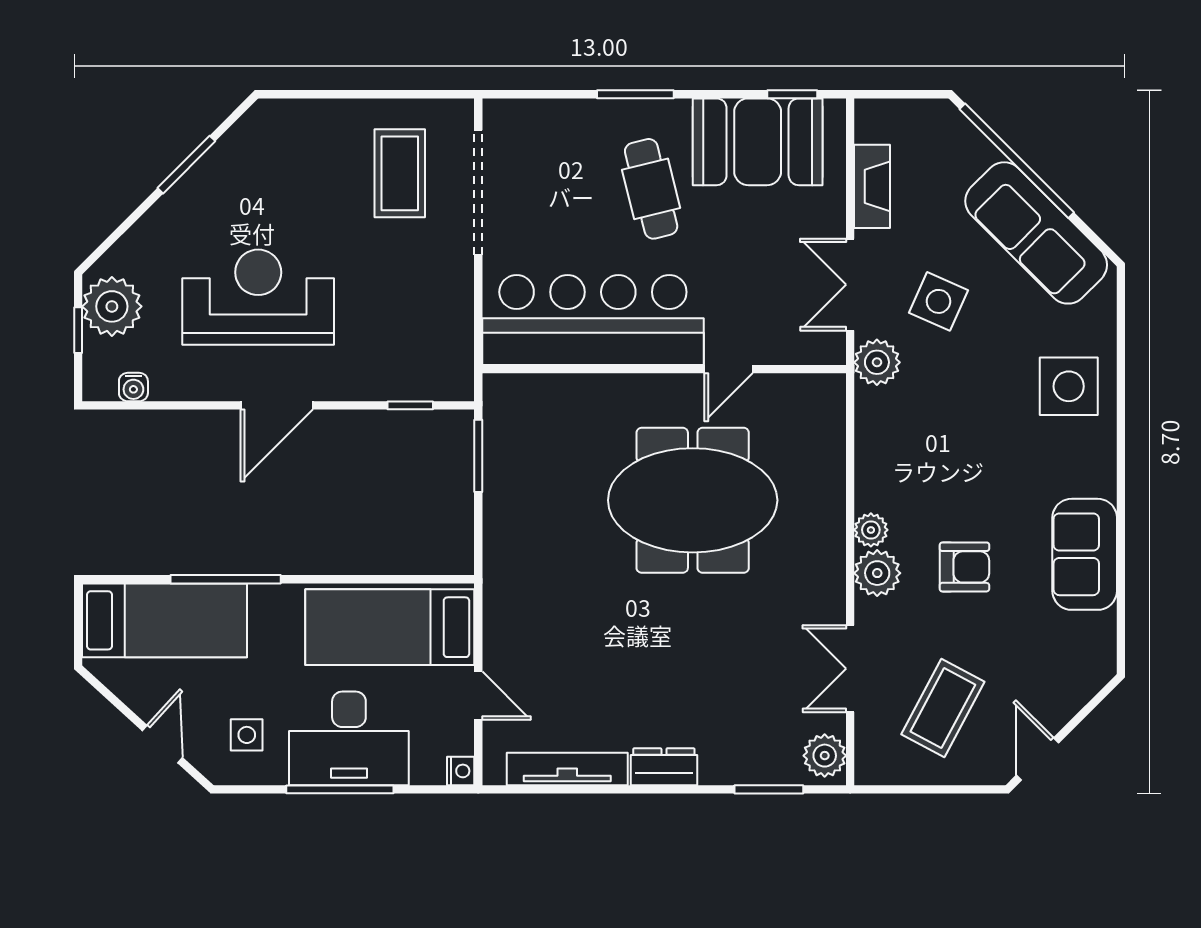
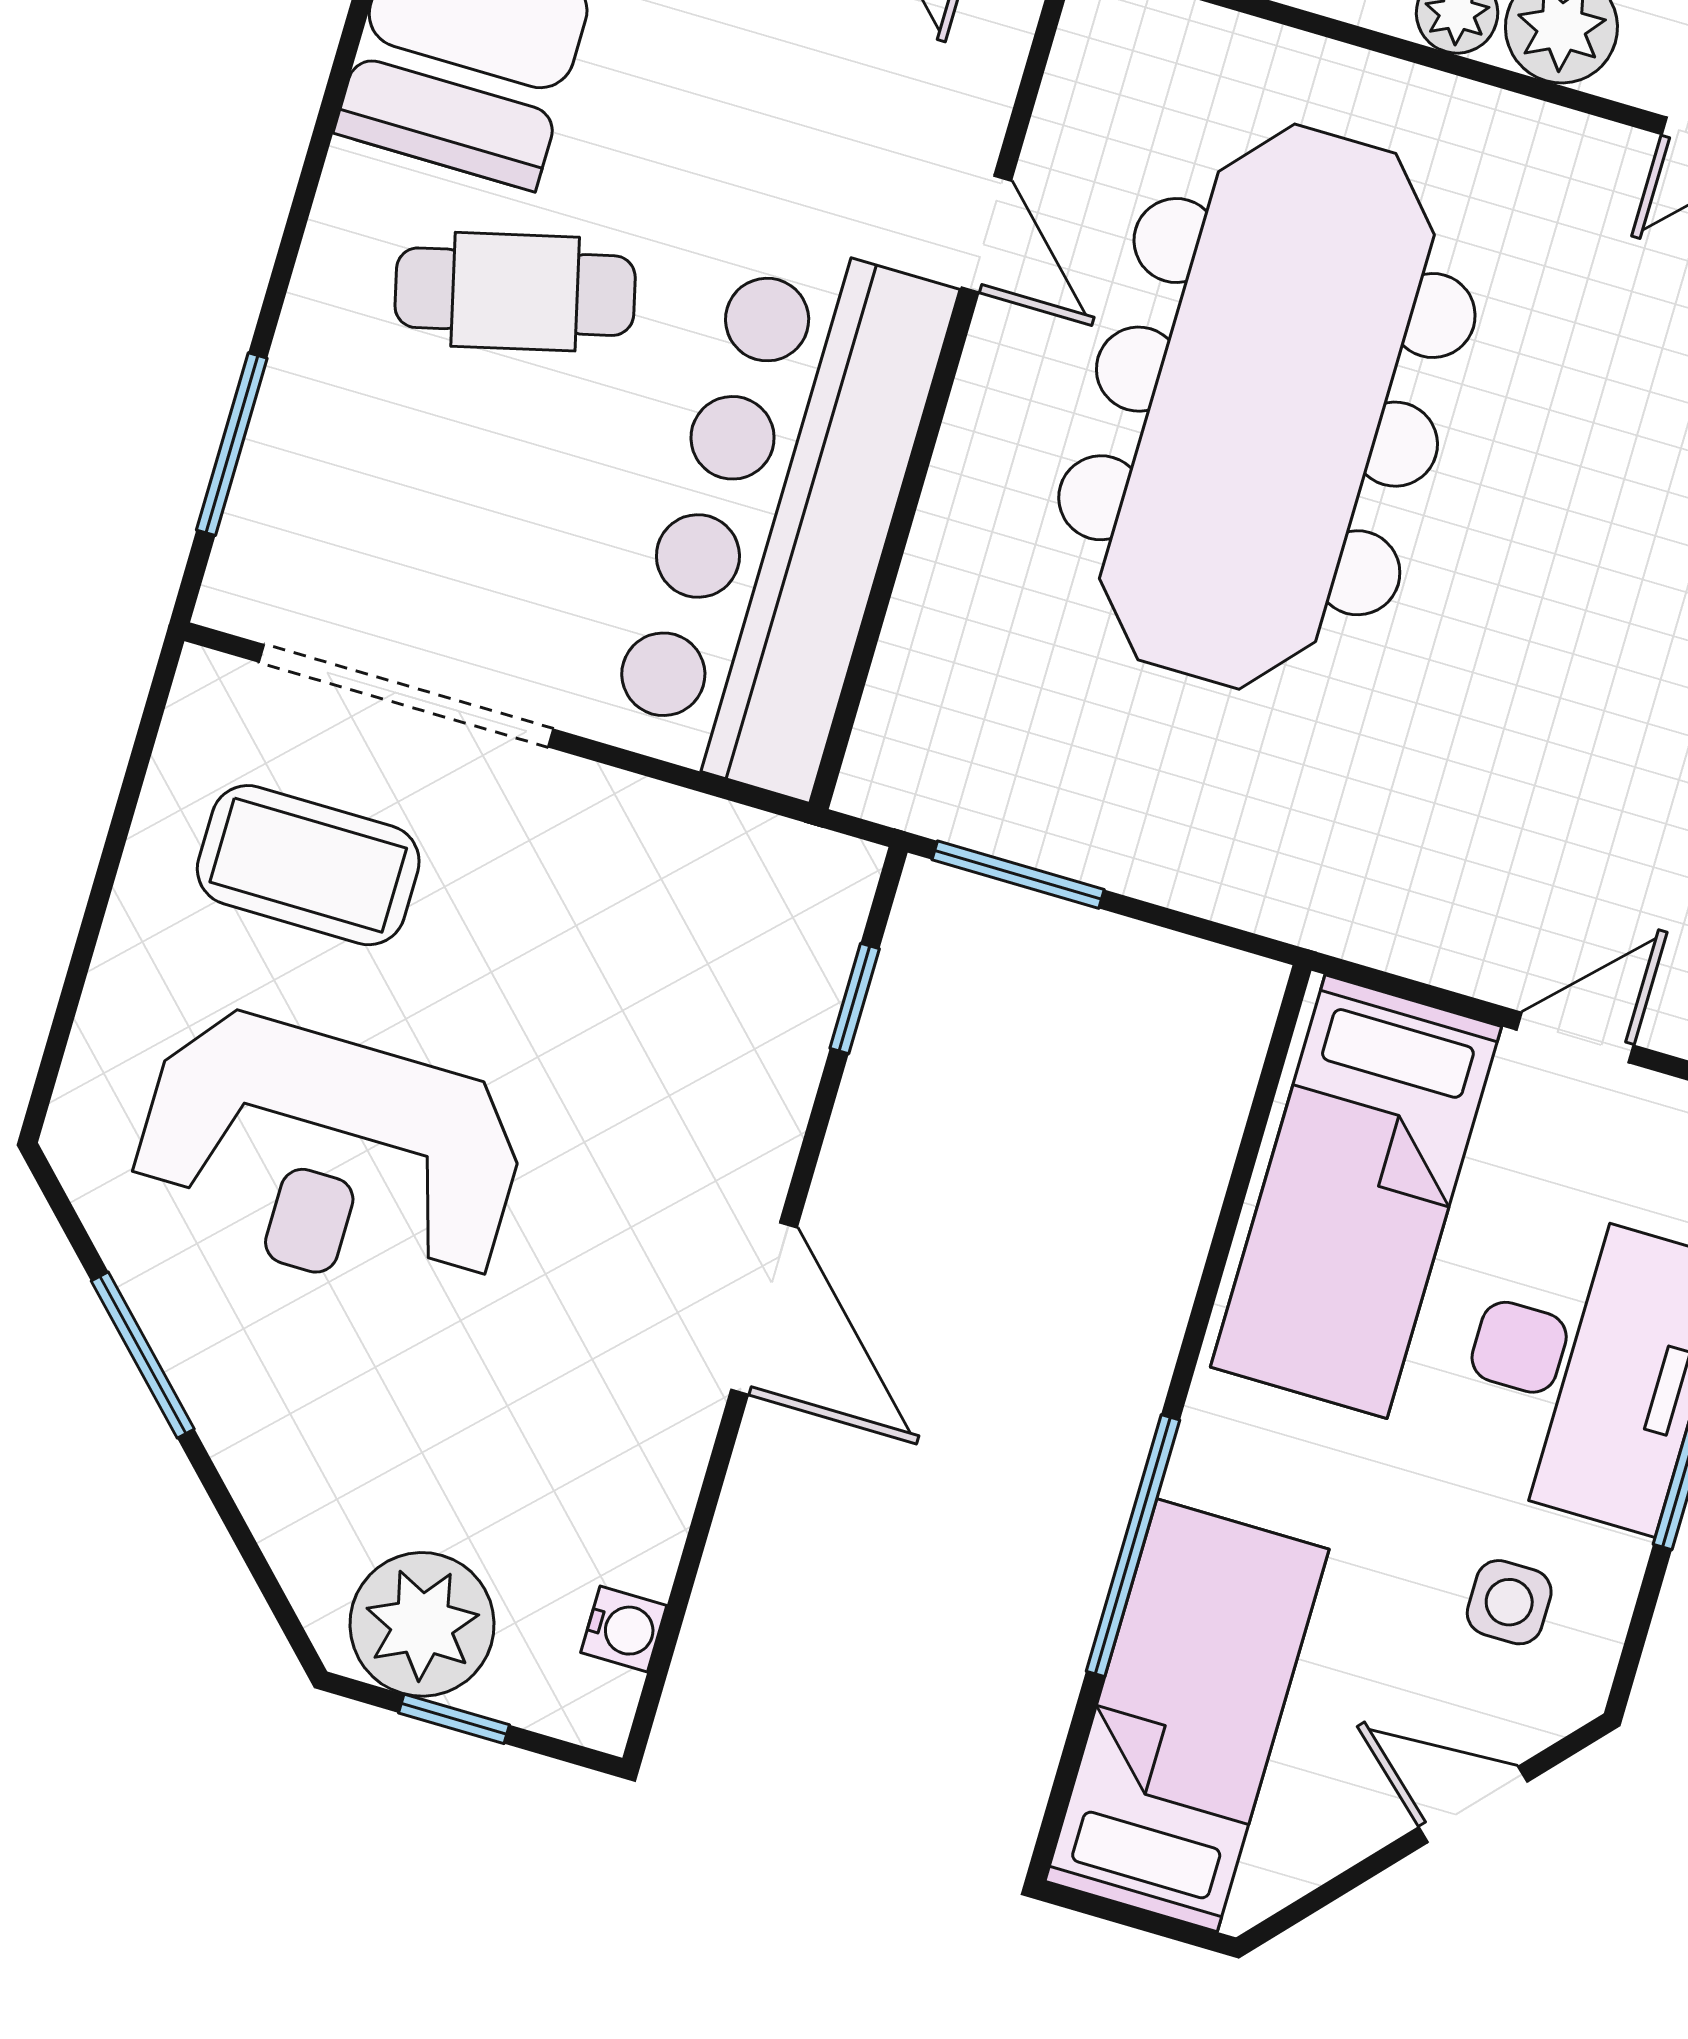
window: (635, 94) -> (232, 444), moved
reception desk: (258, 297) -> (328, 1156), moved, turned -90
meeting table: (693, 500) -> (1267, 407), width x1.36

